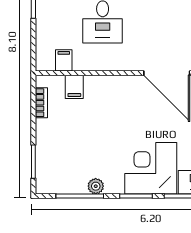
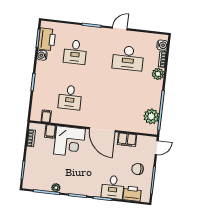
corner desk: (151, 168) -> (69, 142), moved, turned 180

